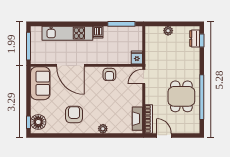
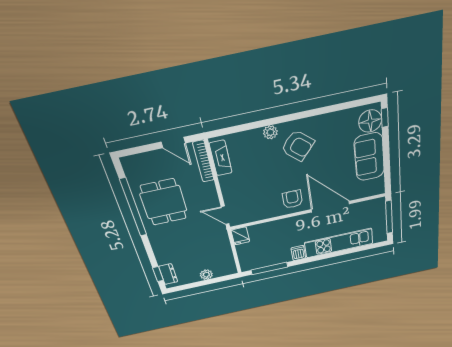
armchair: (109, 74) -> (292, 199), moved
door: (144, 77) -> (225, 215), swing flipped
sofa: (40, 83) -> (369, 157), moved
armchair: (74, 115) -> (298, 146), moved, turned -49

